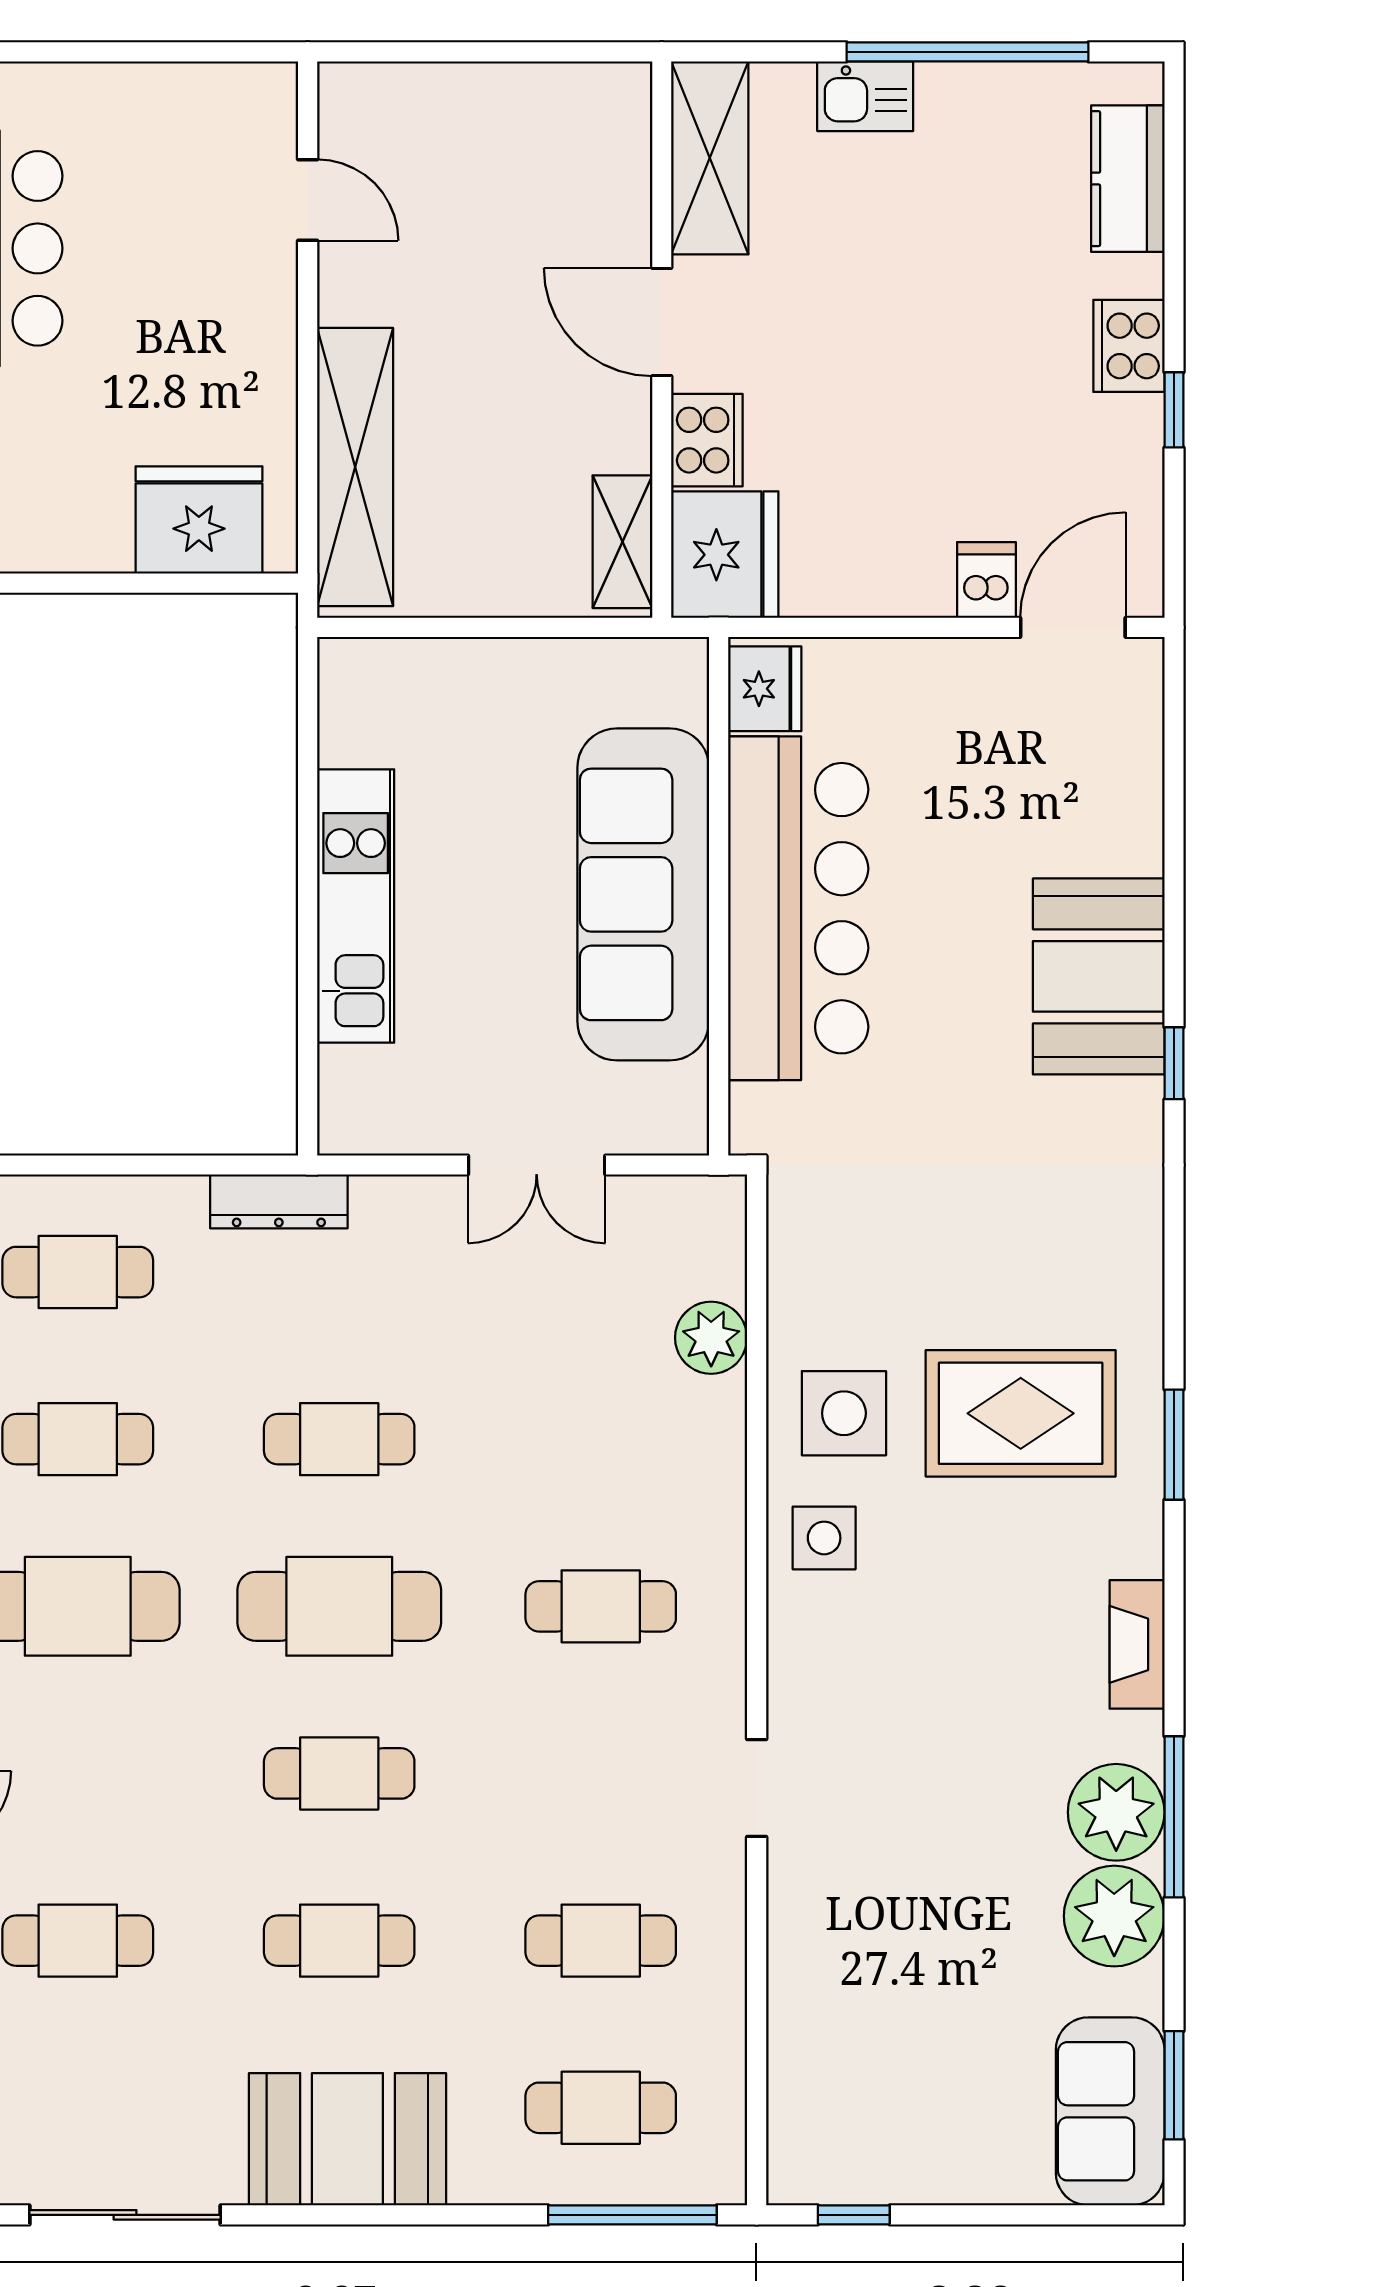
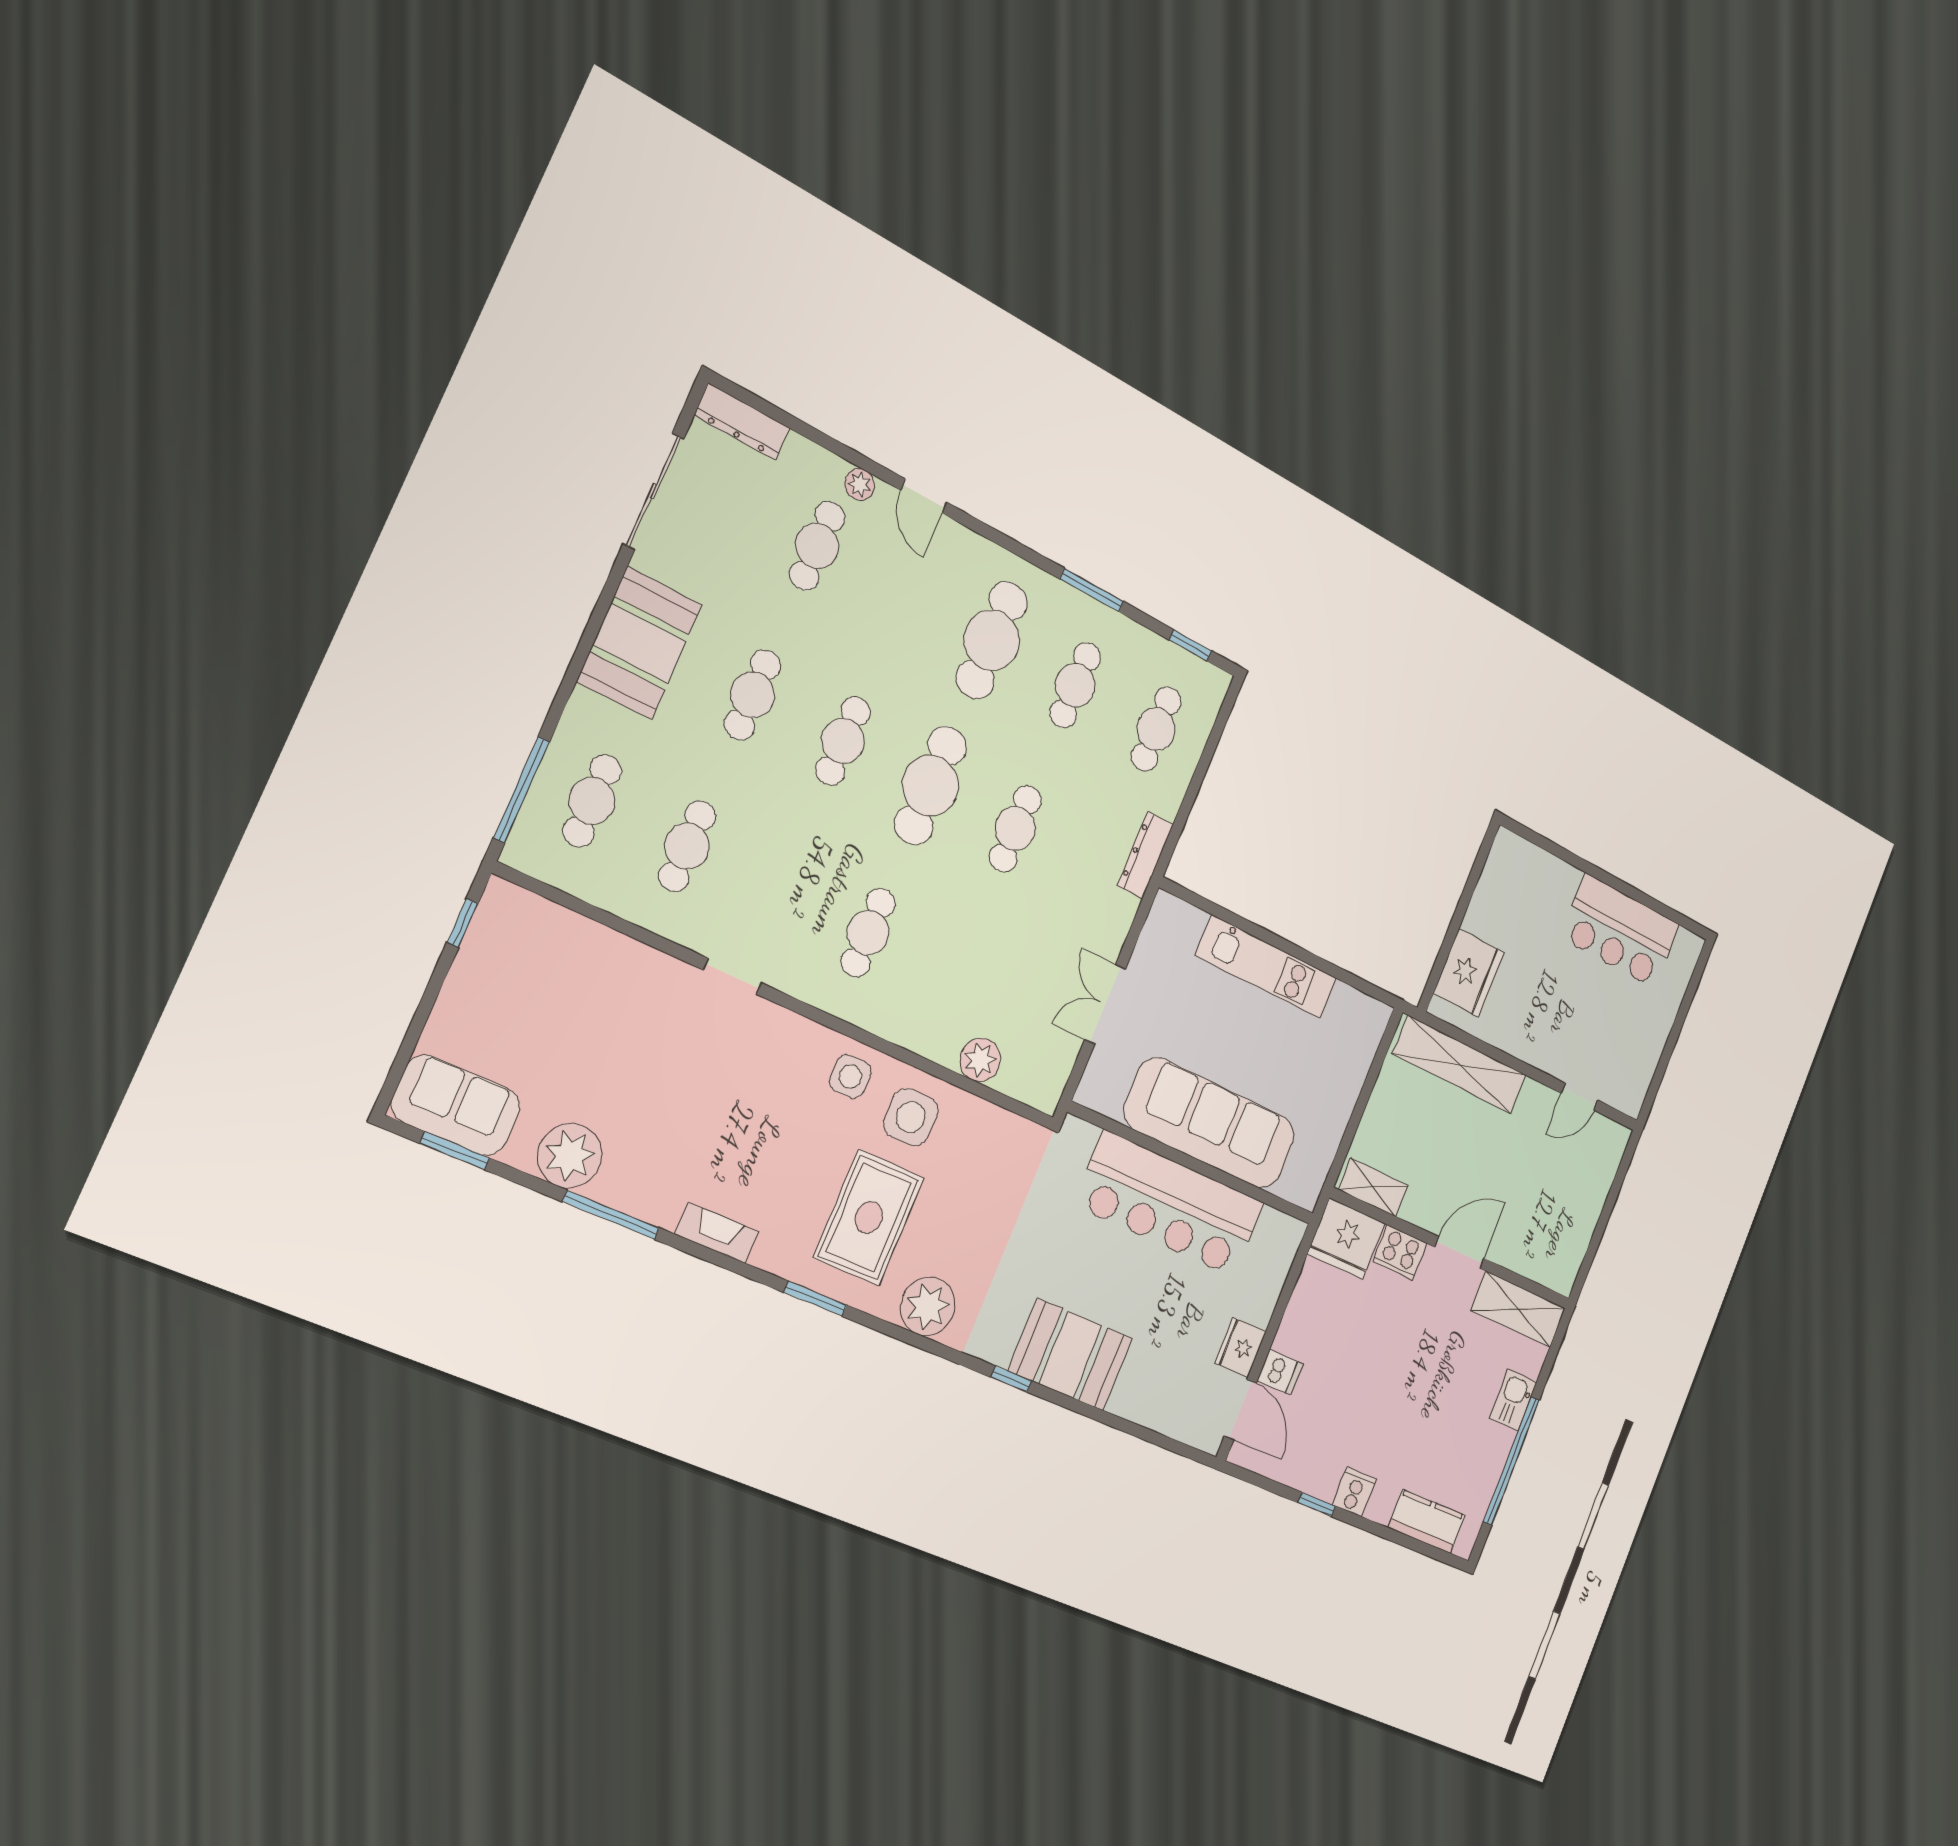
cooker: (1129, 346) -> (1354, 1492), width x0.73
fridge: (765, 689) -> (1240, 1347), moved, turned 90
plant: (1116, 1812) -> (928, 1306), moved

